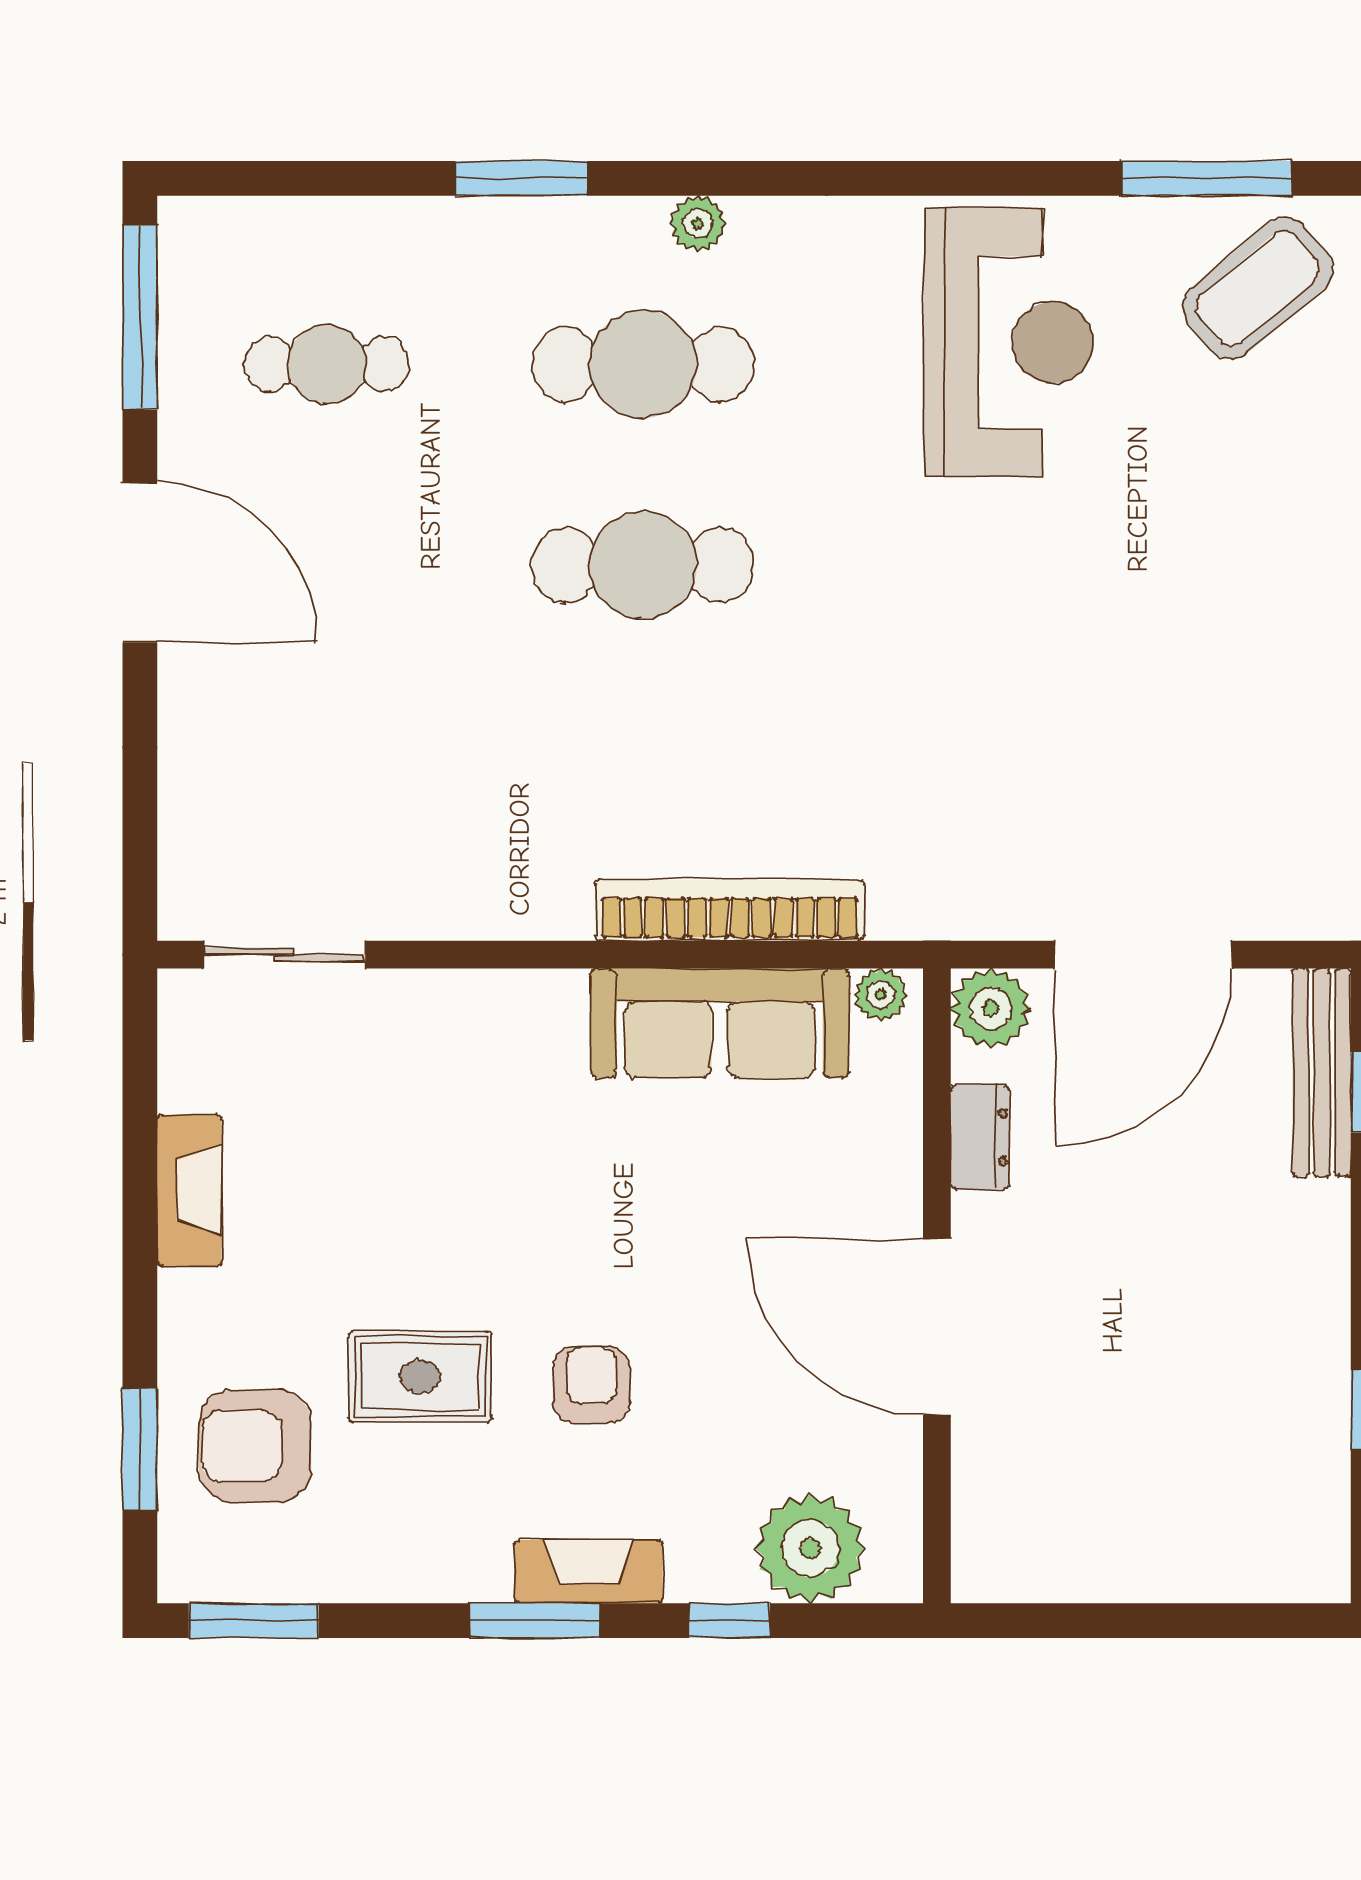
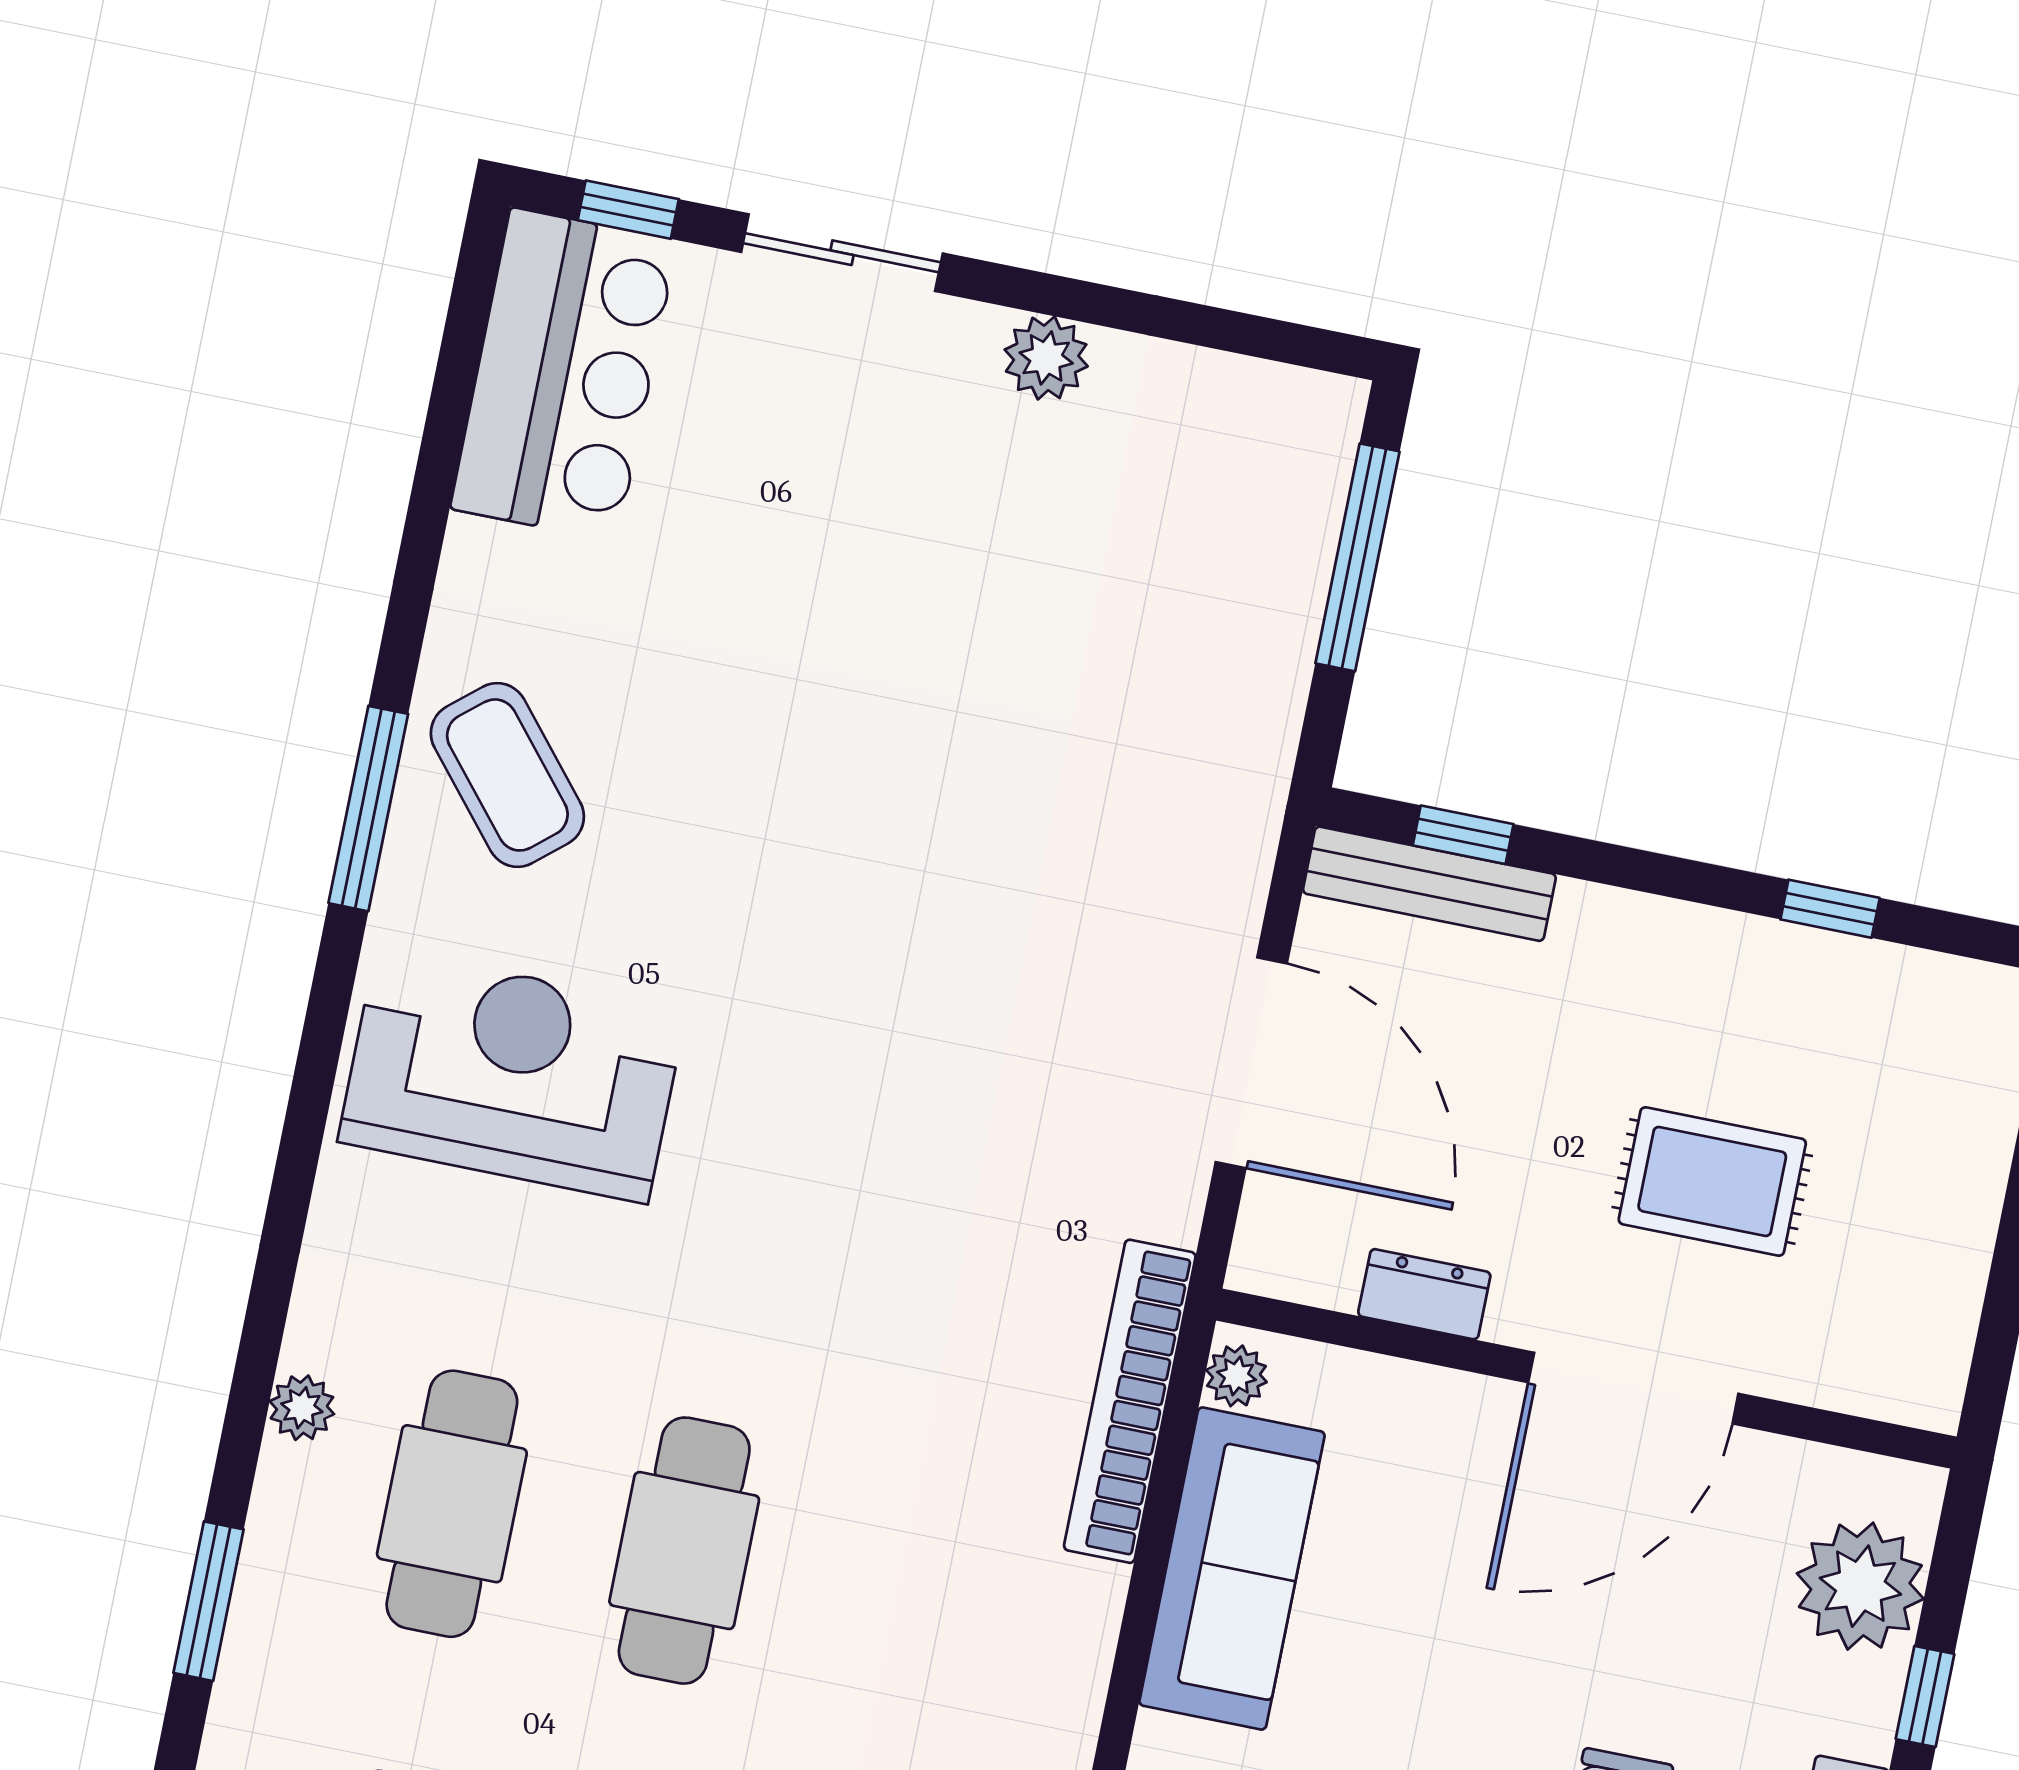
bookcase: (730, 910) -> (1130, 1401), moved
plant: (991, 1008) -> (1278, 1252), removed
rug: (1122, 1357) -> (1712, 1181), added

